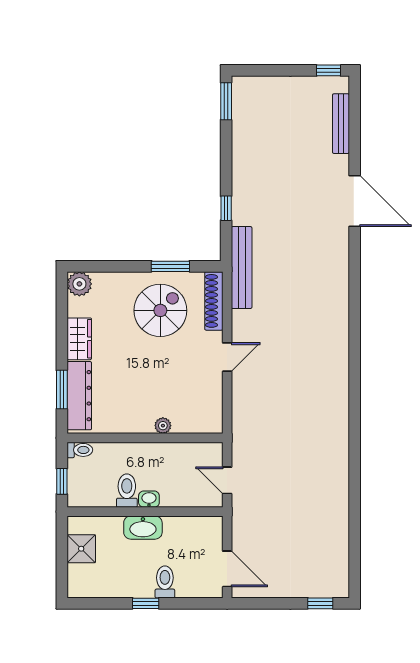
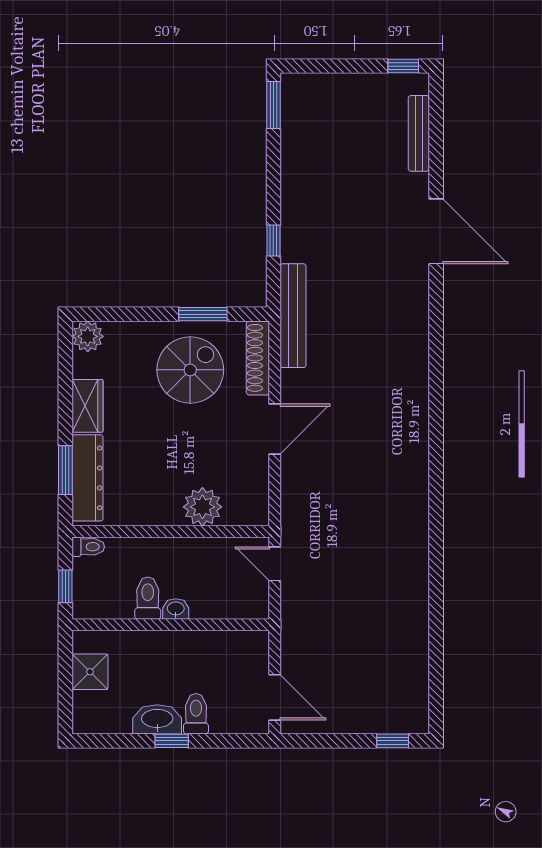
door: (227, 357) -> (275, 429), width x1.38
plant: (163, 426) -> (202, 507), width x1.88, depth x1.88
door: (227, 480) -> (275, 564), moved
washbasin: (143, 528) -> (157, 719), moved, turned 180

